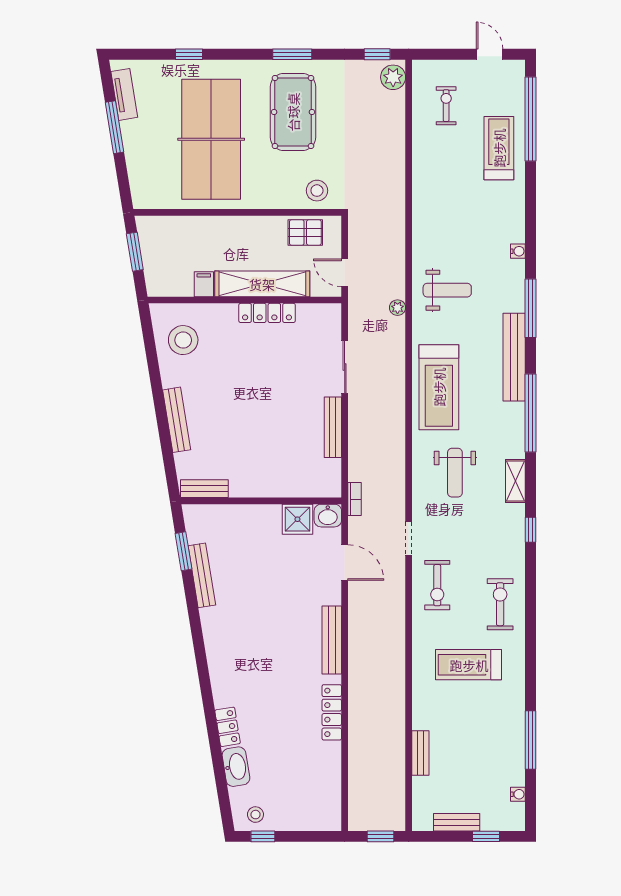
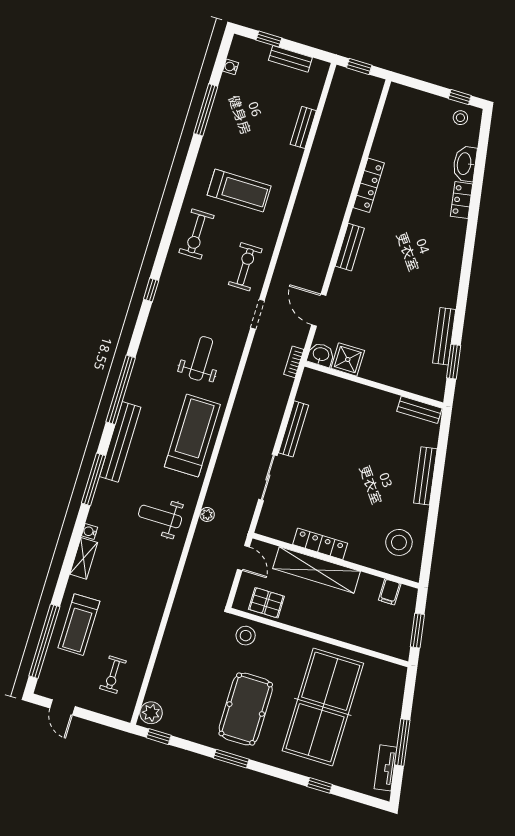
filing cabinet: (204, 284) -> (390, 592), moved
shelving: (515, 481) -> (84, 558), moved
bench: (332, 640) -> (350, 247), width x0.73

